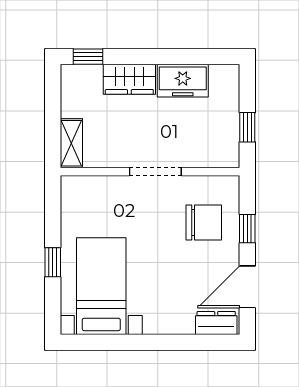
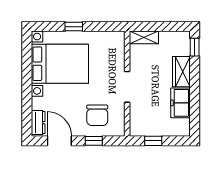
bed with nightstands: (101, 286) -> (60, 64), width x1.36

